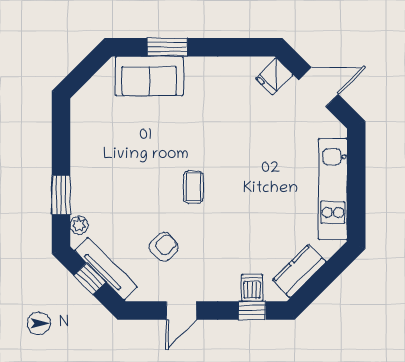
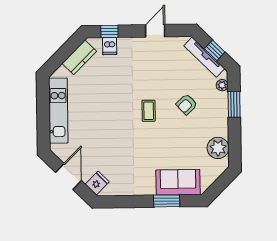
door: (318, 87) -> (68, 176), swing flipped
plant: (87, 128) -> (218, 148), added
armchair: (164, 247) -> (187, 104), moved

